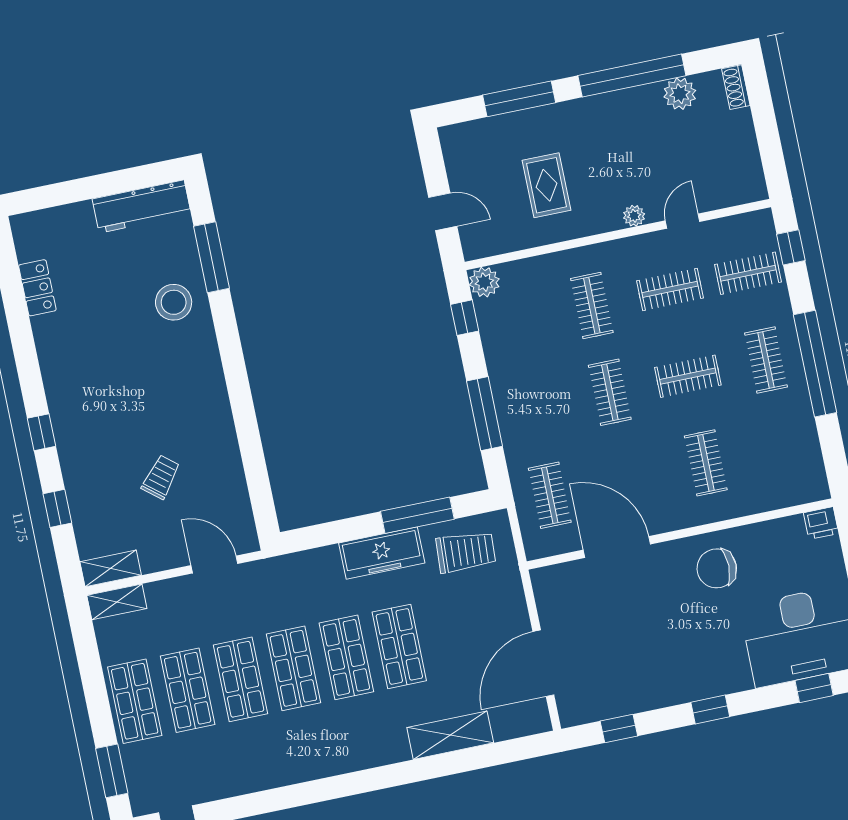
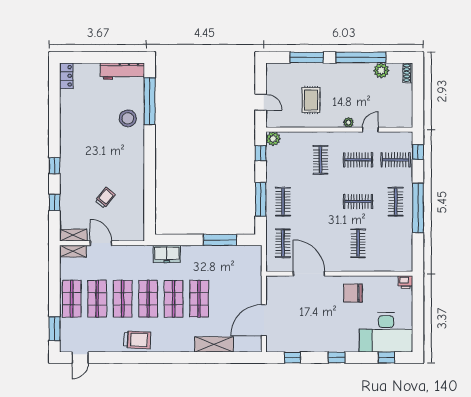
window: (212, 257) -> (150, 101), width x1.46
locker: (37, 288) -> (66, 76), moved
clothes rail: (610, 392) -> (283, 202), moved
trolley: (466, 552) -> (137, 340), moved
freezer: (382, 553) -> (167, 254), moved, width x0.71
door: (214, 564) -> (101, 243), moved

